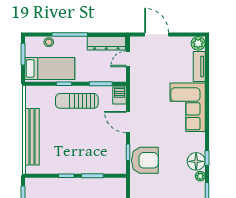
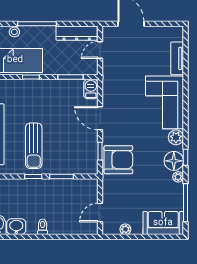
plant: (198, 43) -> (176, 137), moved
sun lounger: (77, 101) -> (34, 146), moved, turned -90

